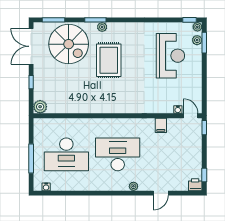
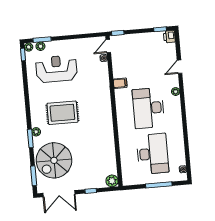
spiral stairs: (69, 44) -> (54, 160), turned 180
rug: (109, 60) -> (62, 113), moved
filing cabinet: (161, 125) -> (120, 83), moved
door: (161, 193) -> (180, 67), swing flipped

